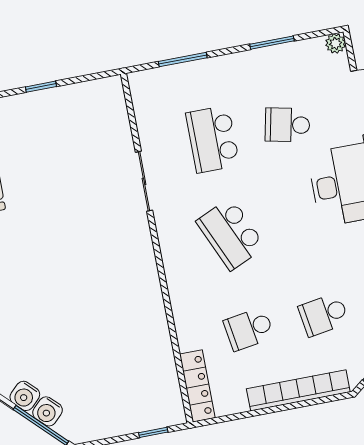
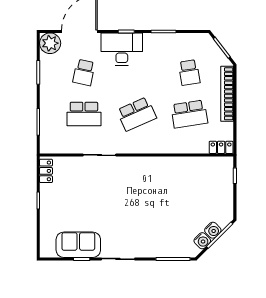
plant: (336, 43) -> (50, 43), width x1.87, depth x1.87
locker: (97, 90) -> (46, 171), added
school desk: (249, 329) -> (189, 114), width x1.85
locker: (197, 386) -> (221, 147), width x0.66

